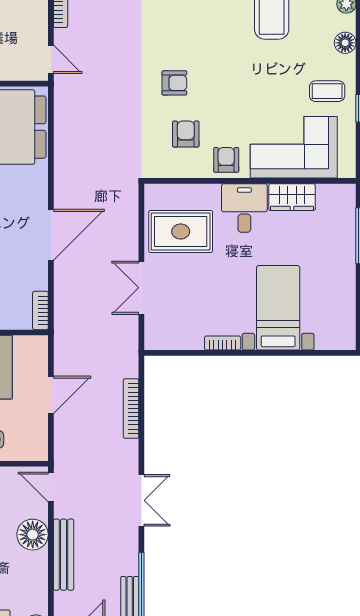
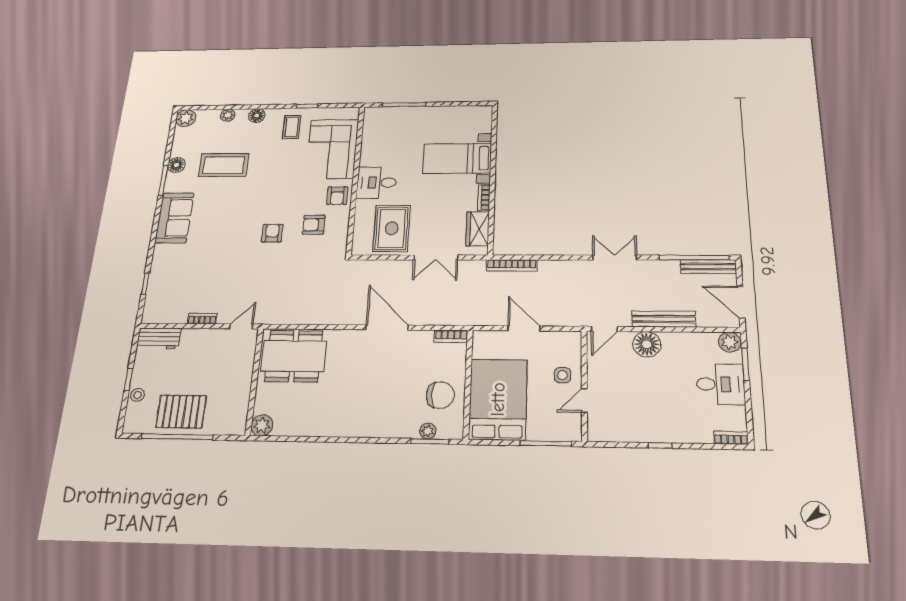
armchair: (226, 160) -> (337, 196), turned -90
wardrobe: (292, 197) -> (478, 229), moved, turned 180
bookcase: (131, 409) -> (512, 265), moved

